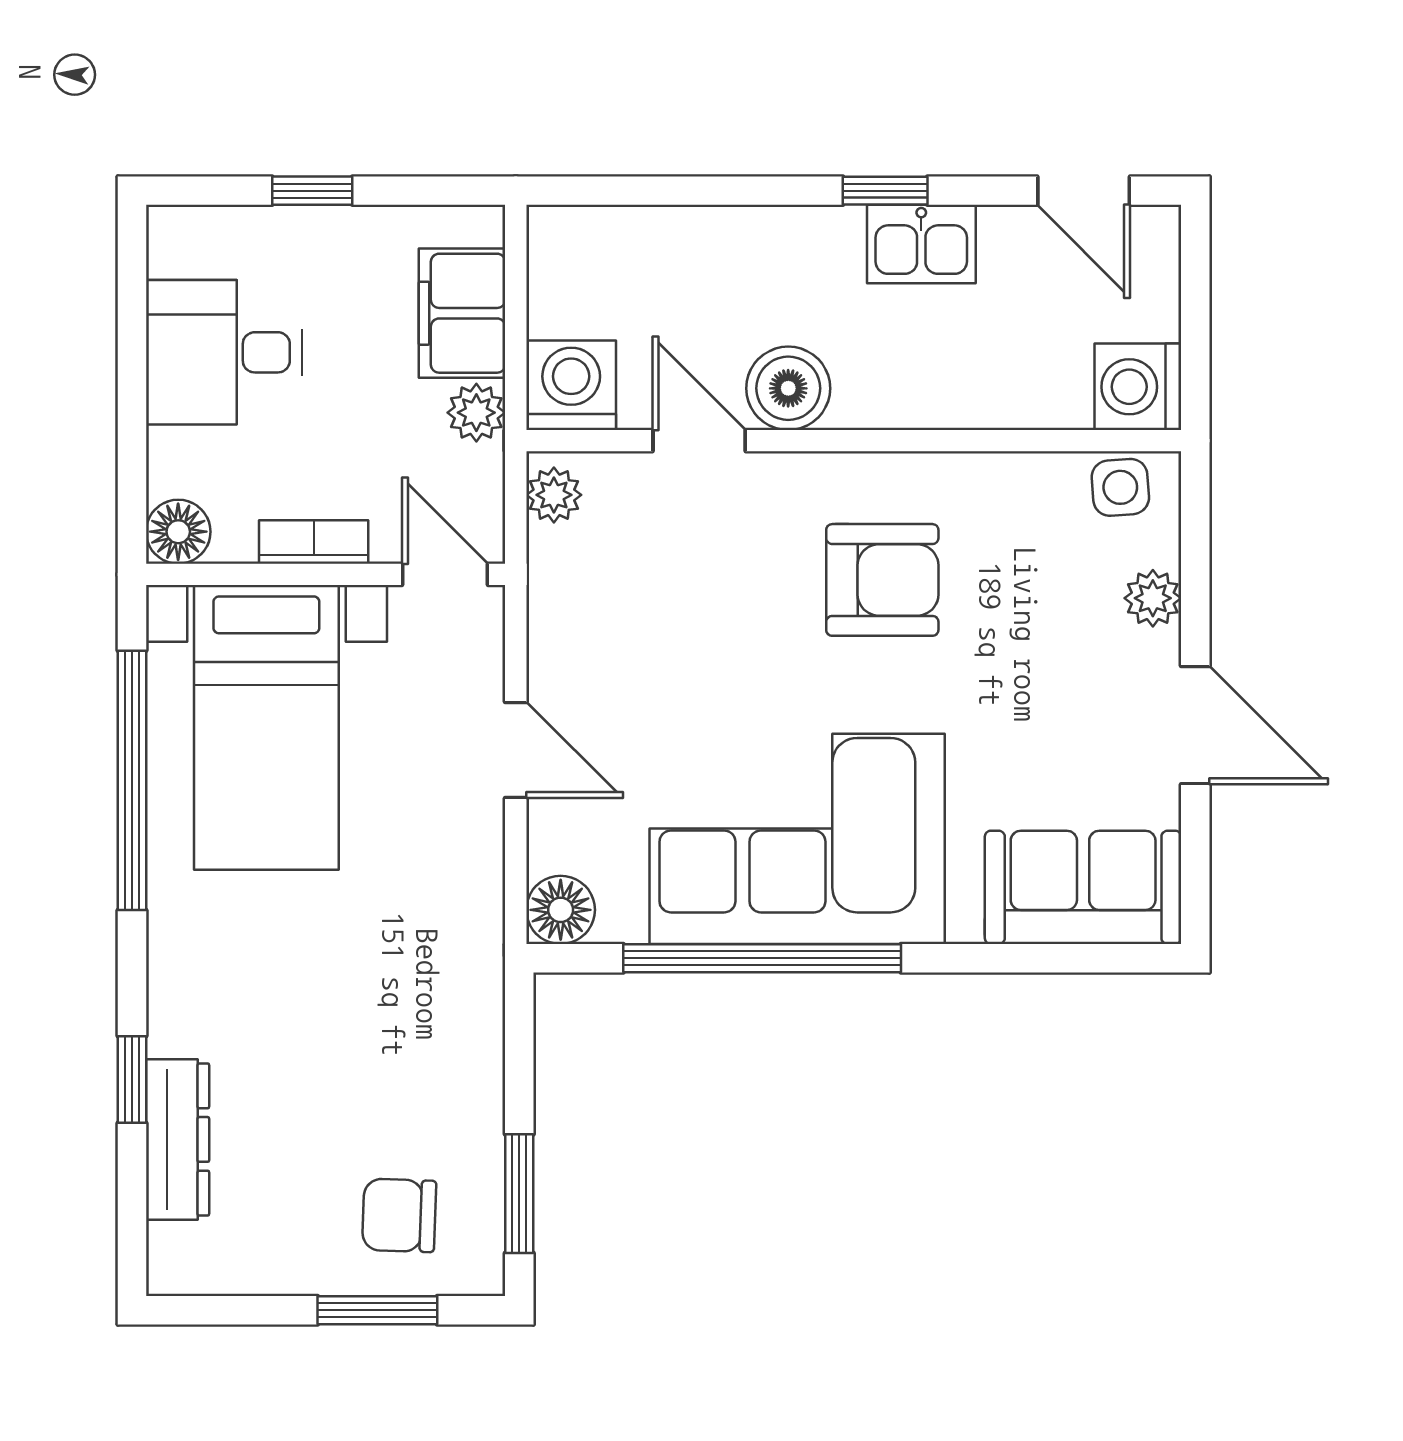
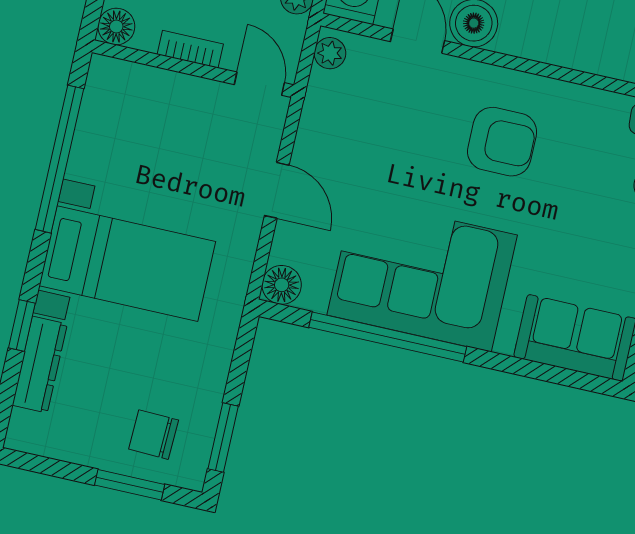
bed with nightstands: (266, 727) -> (127, 264), moved, turned -90

